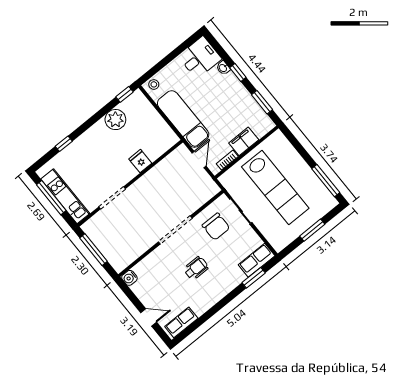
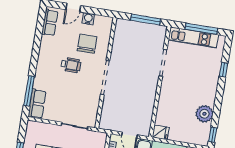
fridge: (140, 161) -> (161, 132), moved
chair: (216, 227) -> (87, 44), moved, turned 90
wheelchair: (196, 268) -> (71, 65), turned -89
water cooler: (129, 278) -> (88, 19), moved
window: (254, 278) -> (29, 91), width x1.44

